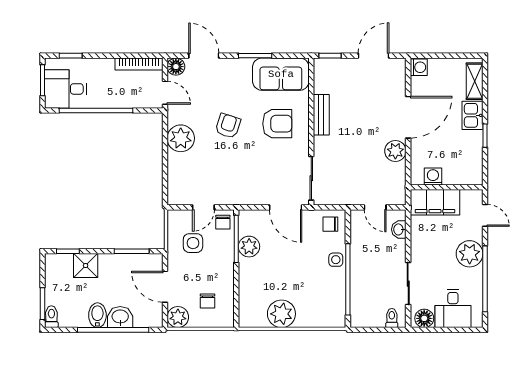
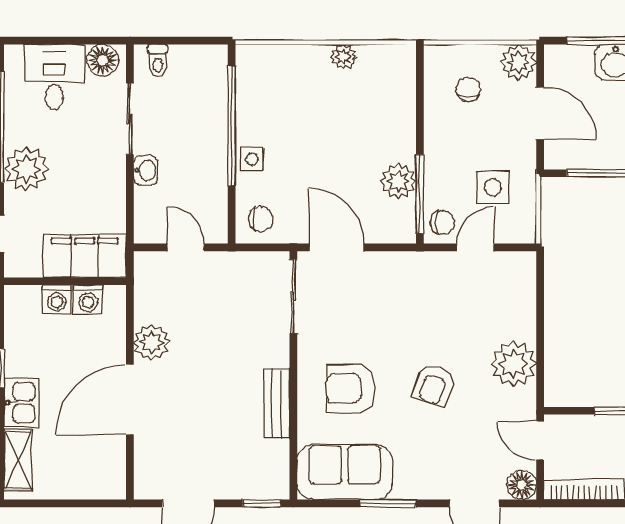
washing machine: (419, 67) -> (57, 299), moved, turned -90
chair: (223, 222) -> (443, 222), turned 90
washbasin: (399, 229) -> (146, 170), moved
plant: (281, 314) -> (344, 57), width x0.53, depth x0.53

